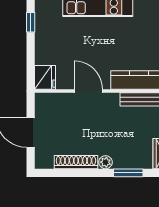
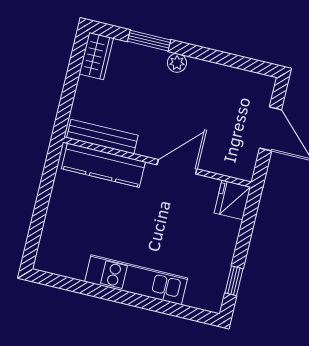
door: (88, 91) -> (177, 167), swing flipped
shoe rack: (76, 162) -> (218, 73), removed

